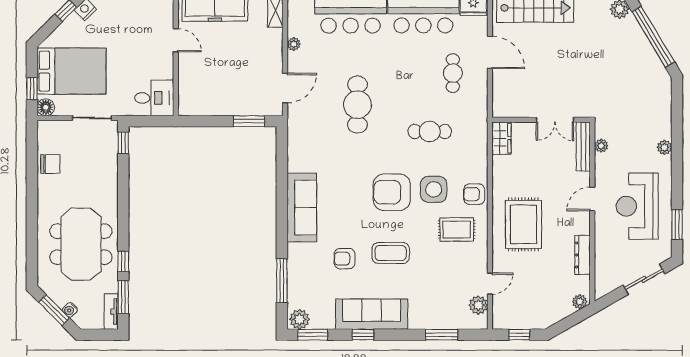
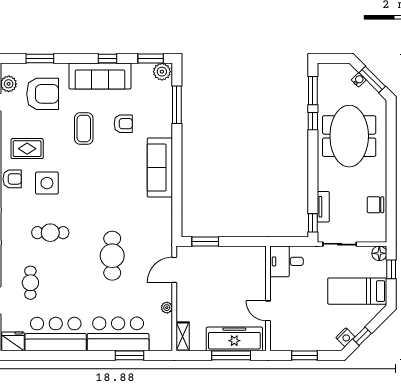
bed: (72, 71) -> (357, 291), width x0.67
armchair: (392, 192) -> (43, 94), moved
coffee table: (391, 253) -> (84, 128), turned 90
tv unit: (111, 312) -> (323, 207), moved

